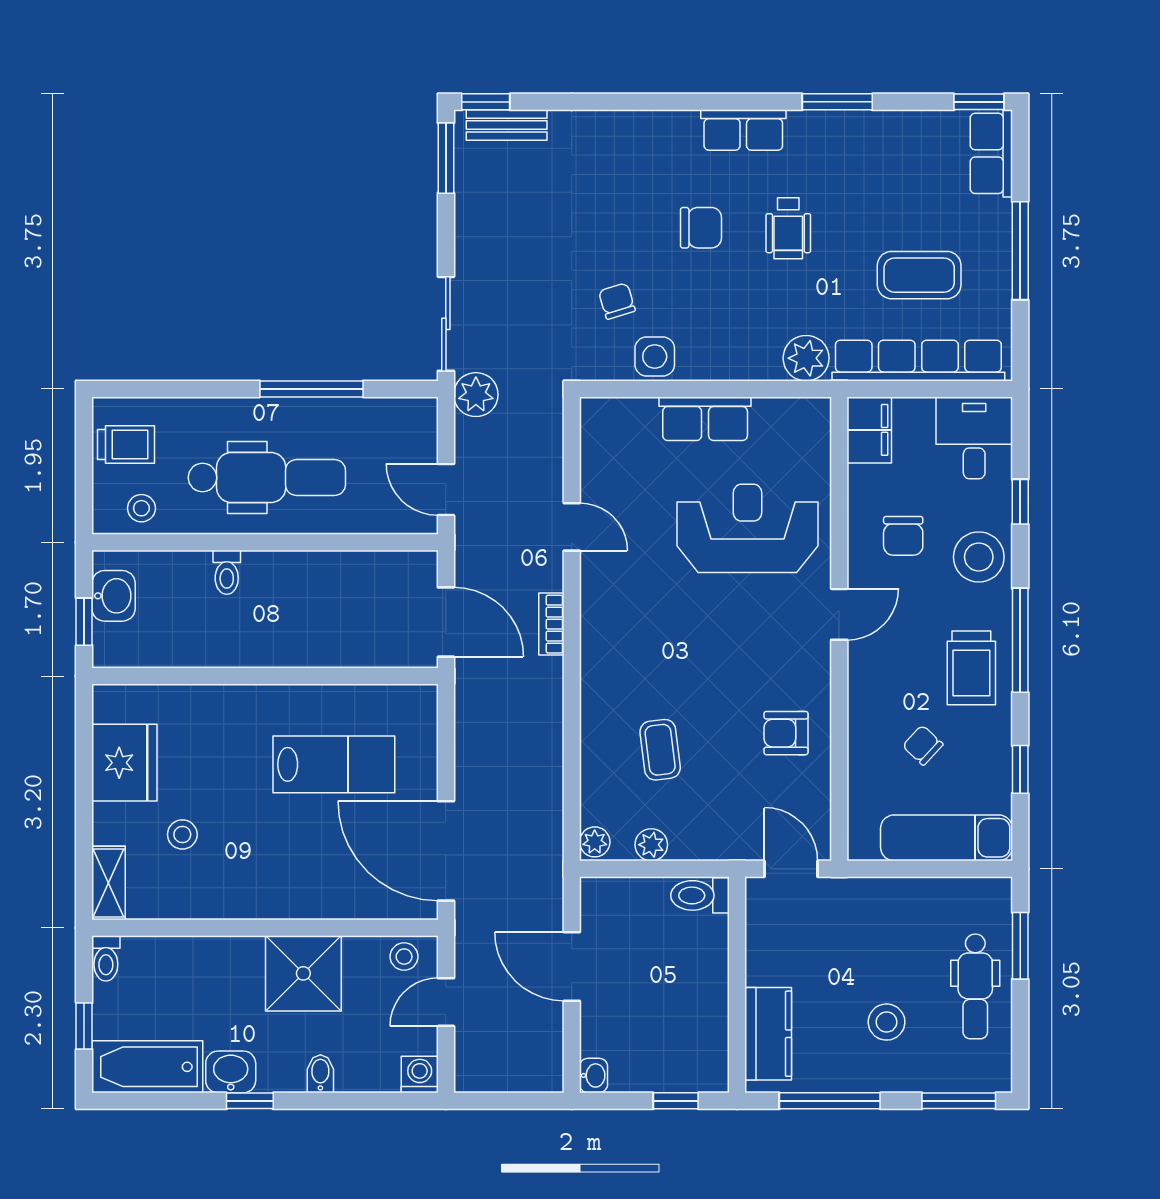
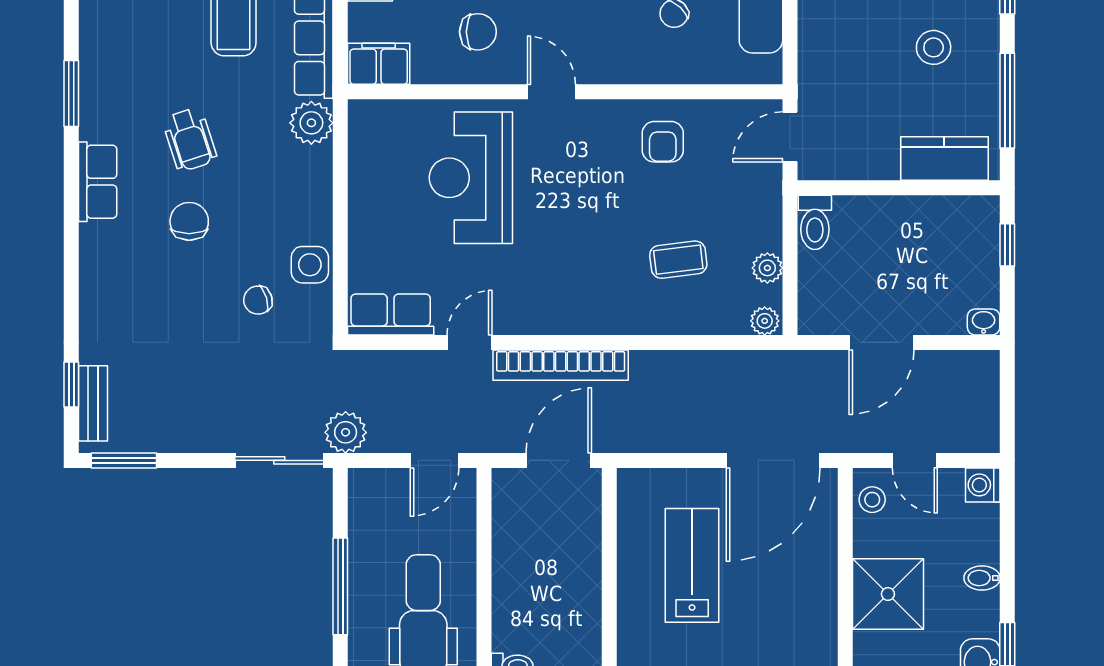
window: (486, 102) -> (71, 384), moved
wheelchair: (788, 228) -> (190, 140), turned 72
row of seats: (705, 419) -> (391, 314), moved, turned -90
bookcase: (551, 624) -> (561, 365), width x2.31, depth x1.31

